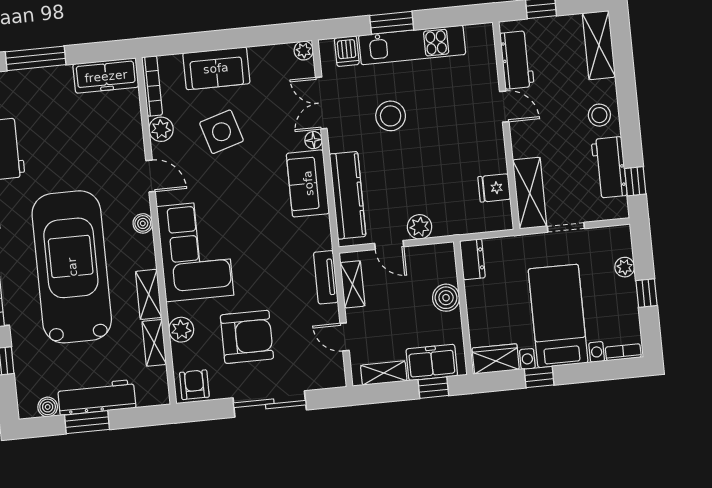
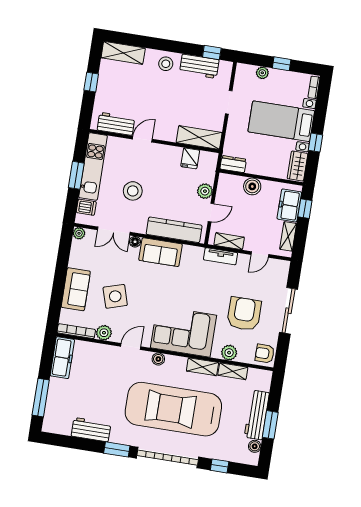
workbench: (517, 60) -> (116, 124), moved
door: (504, 107) -> (142, 139), moved
wall: (506, 126) -> (154, 141), moved
fridge: (494, 188) -> (190, 158), moved
shelving: (530, 193) -> (199, 138), moved

